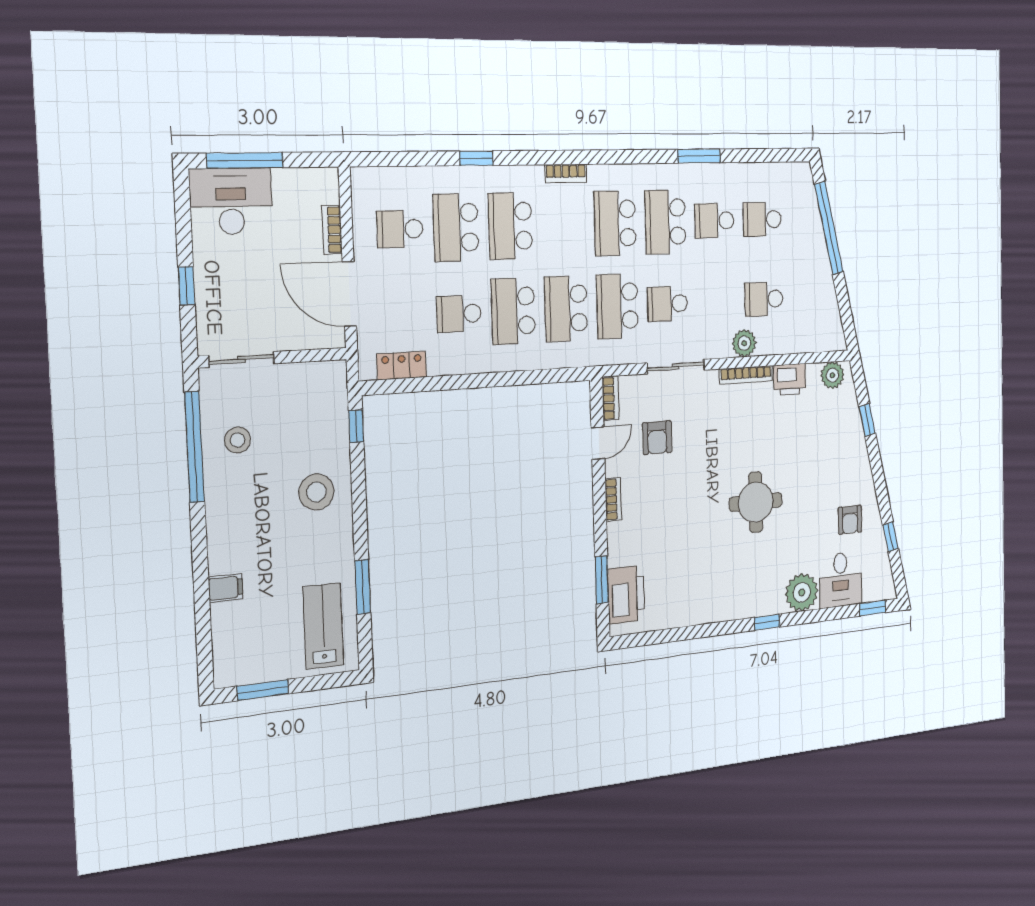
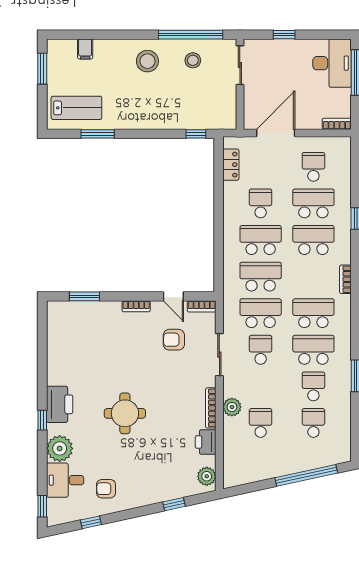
bookcase: (332, 230) -> (337, 124), moved
stool: (316, 492) -> (147, 61), moved
filing cabinet: (226, 588) -> (85, 49), moved
printer: (626, 595) -> (60, 404), moved, turned -90

